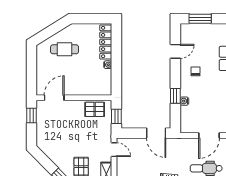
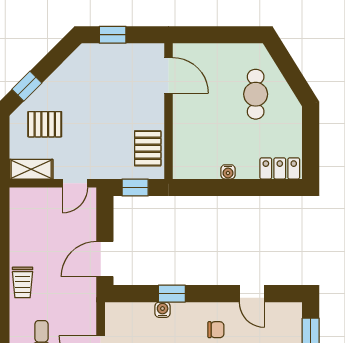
locker: (106, 42) -> (280, 168), width x0.66
window: (31, 116) -> (113, 35), moved

